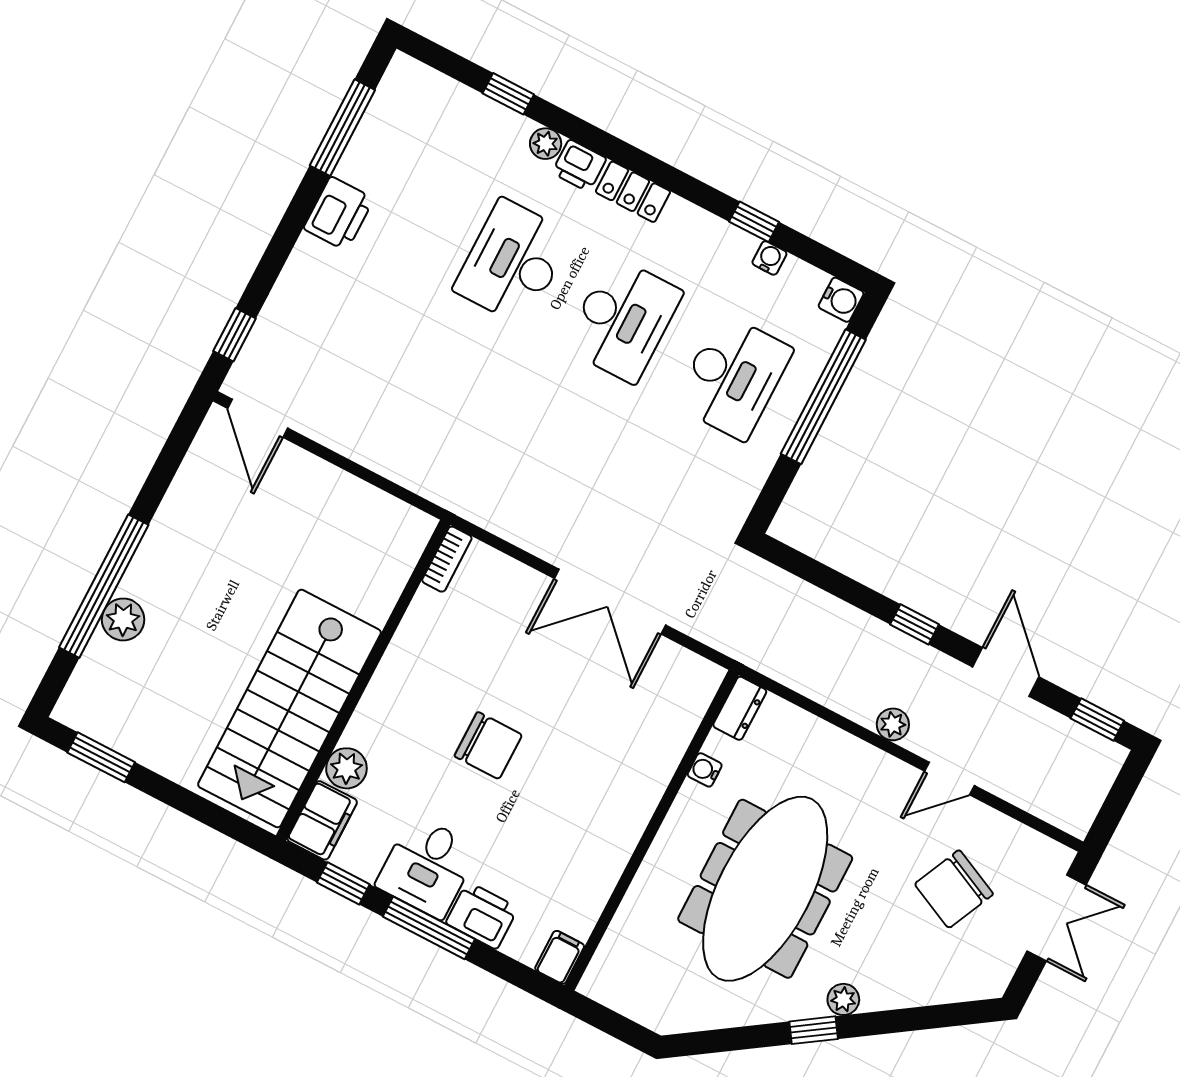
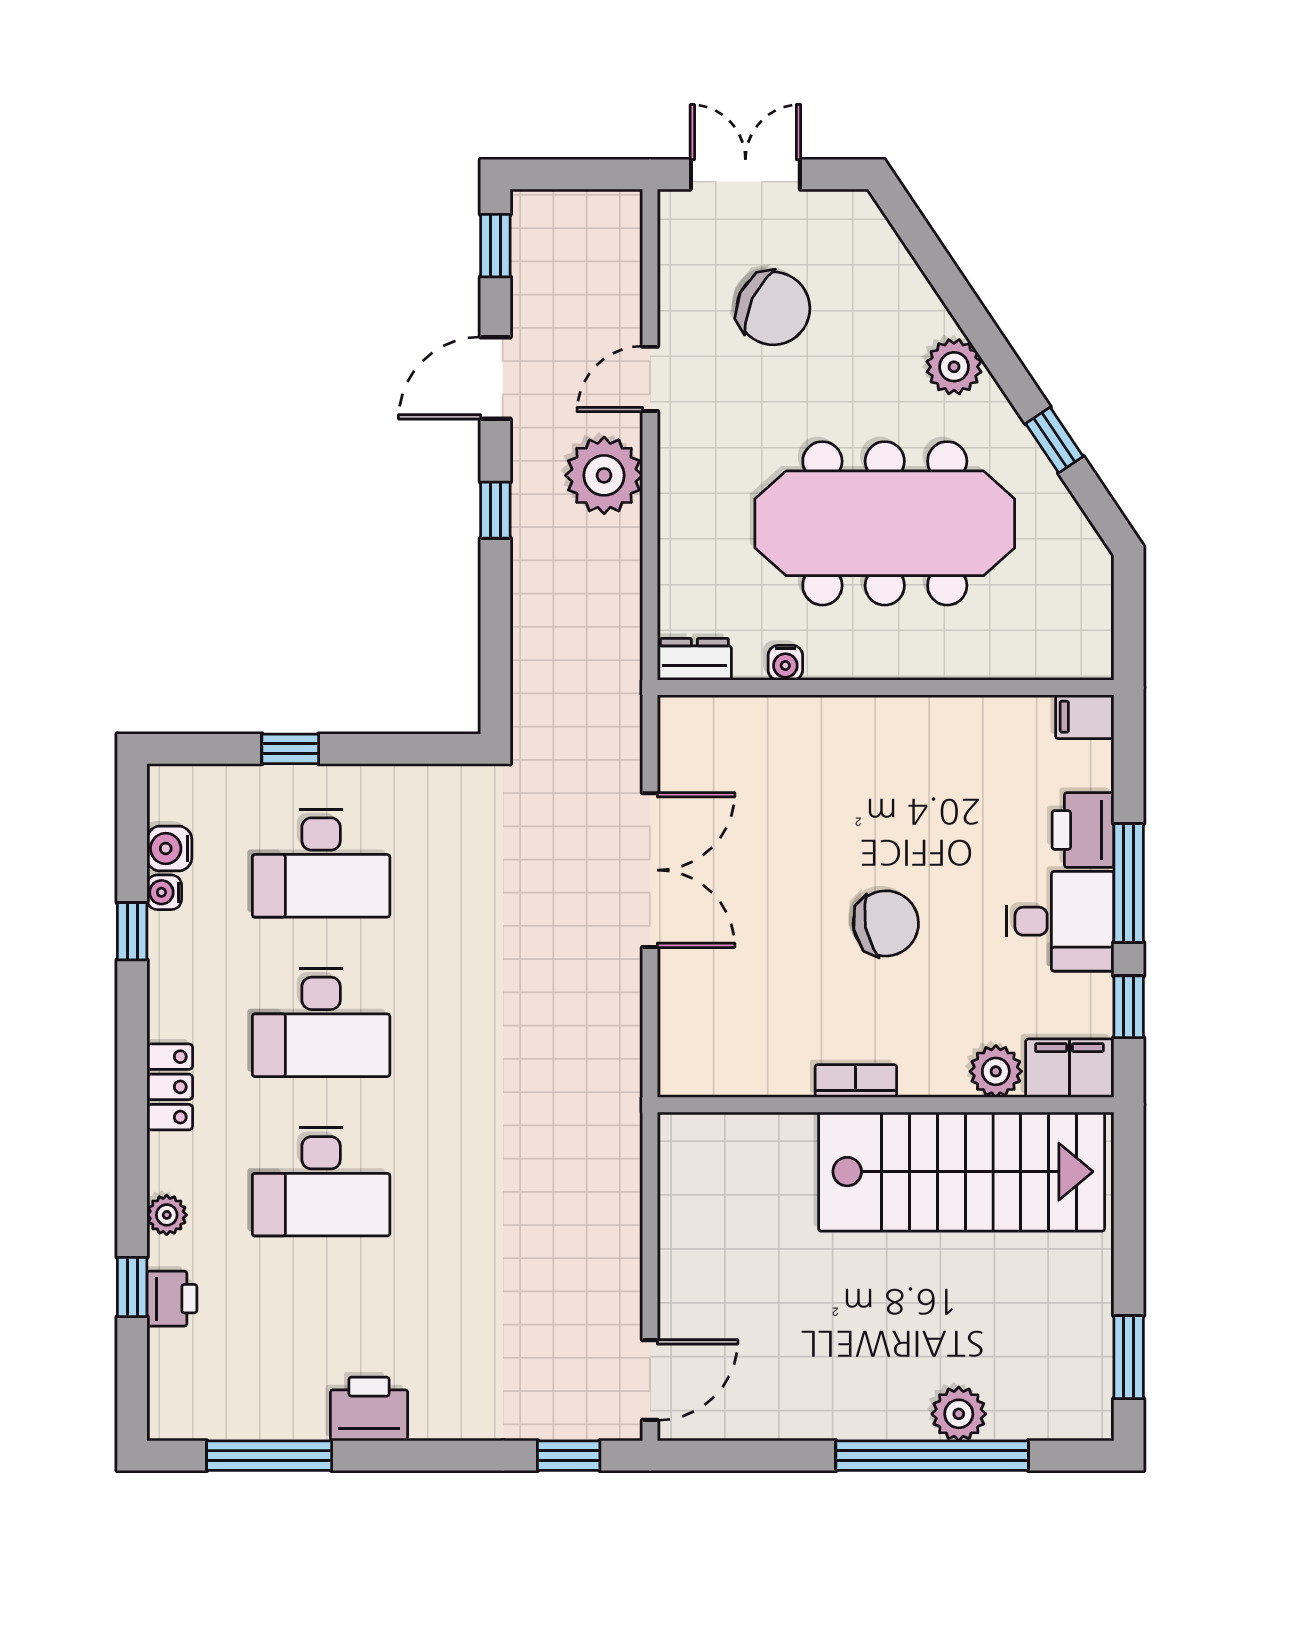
printer: (579, 166) -> (172, 1299), moved
water cooler: (841, 300) -> (169, 849), moved, turned -90
desk: (623, 320) -> (321, 1023), turned 180
desk: (733, 377) -> (321, 863), turned 180
window: (823, 397) -> (290, 749), width x0.32
bookcase: (447, 559) -> (856, 1081), moved
plant: (893, 724) -> (604, 475), width x1.88, depth x1.88
chair: (488, 746) -> (886, 923), turned 79
door: (949, 778) -> (650, 379), swing flipped
plant: (843, 999) -> (954, 367), width x1.38, depth x1.38
window: (814, 1030) -> (1054, 440), moved

